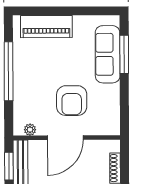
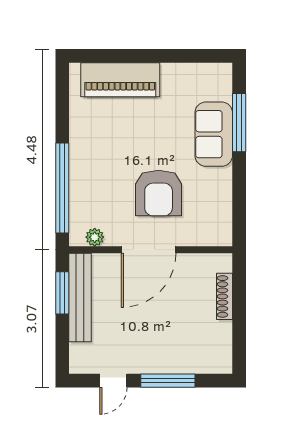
sofa: (108, 54) -> (214, 134), width x0.73
window: (9, 71) -> (62, 188), moved

